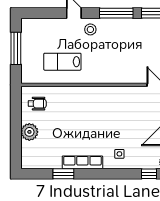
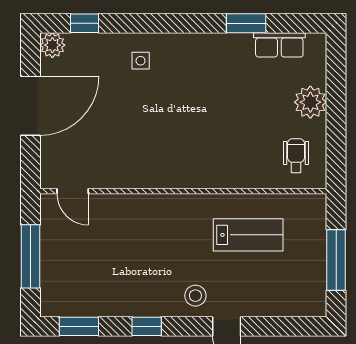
window: (116, 13) -> (147, 326), width x0.46
wheelchair: (37, 104) -> (296, 156), turned 90
row of seats: (82, 162) -> (279, 45), moved, width x0.68

